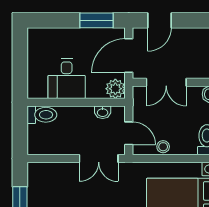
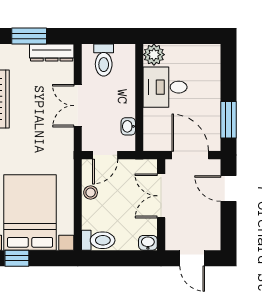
plant: (115, 89) -> (154, 55), moved
toilet: (42, 115) -> (104, 60), moved
double door: (99, 158) -> (78, 106), moved
dresser: (35, 182) -> (52, 53), added

